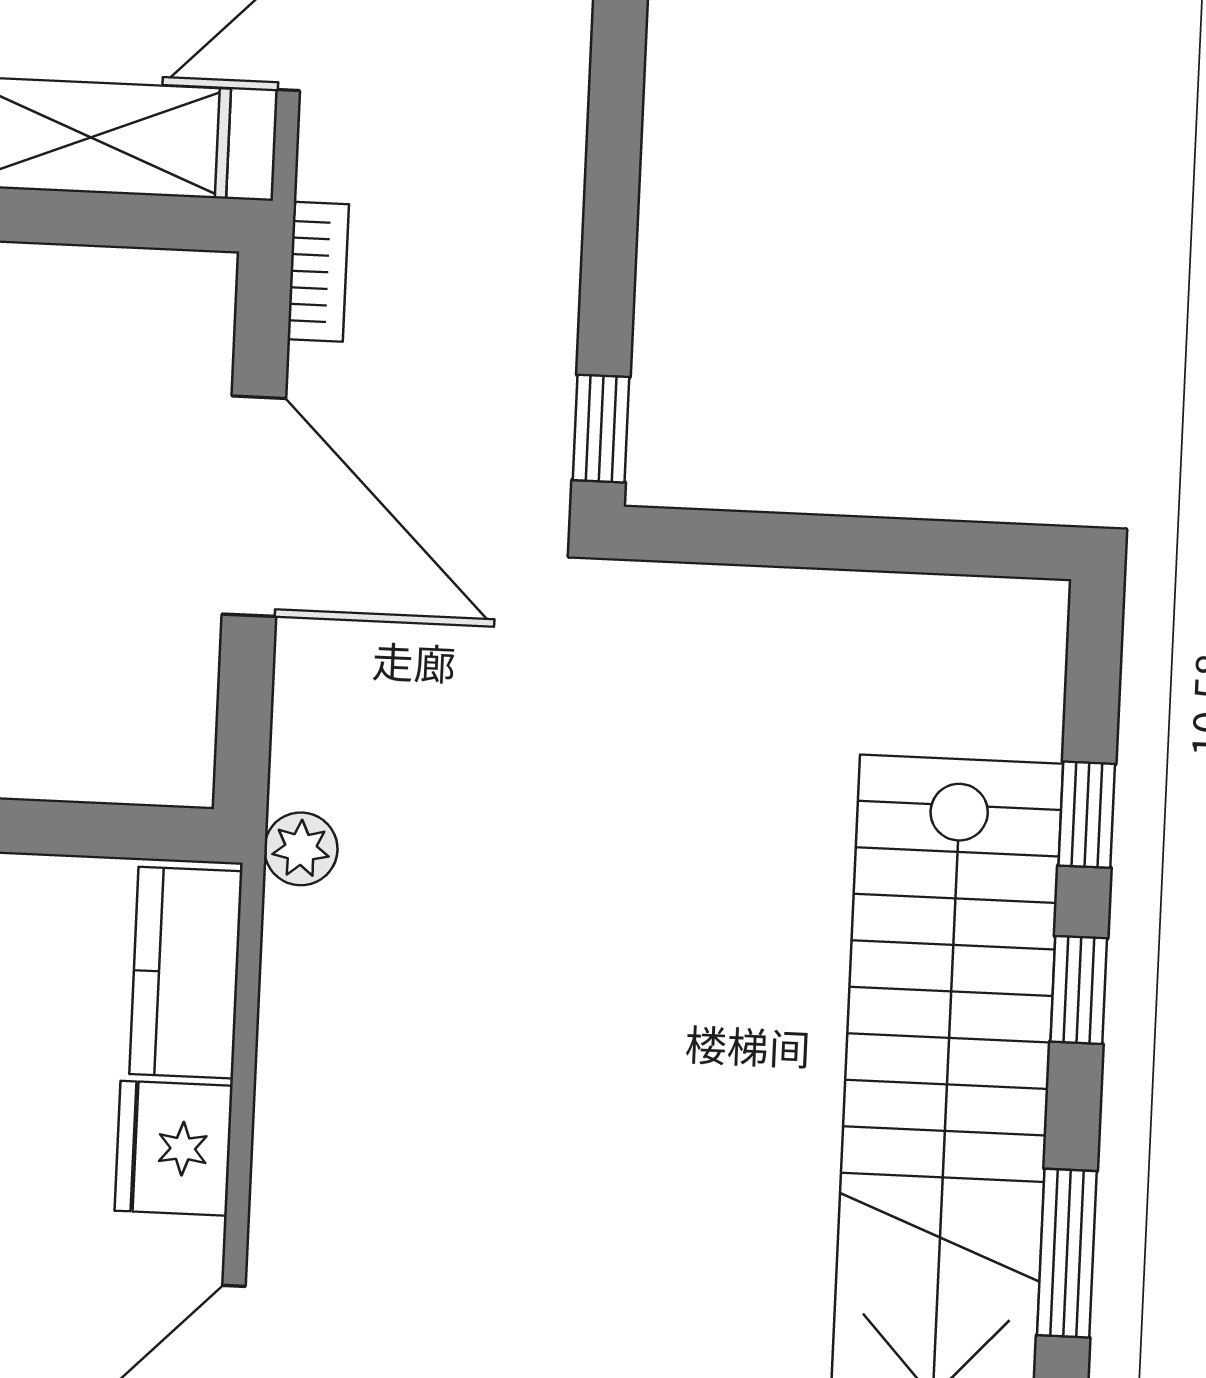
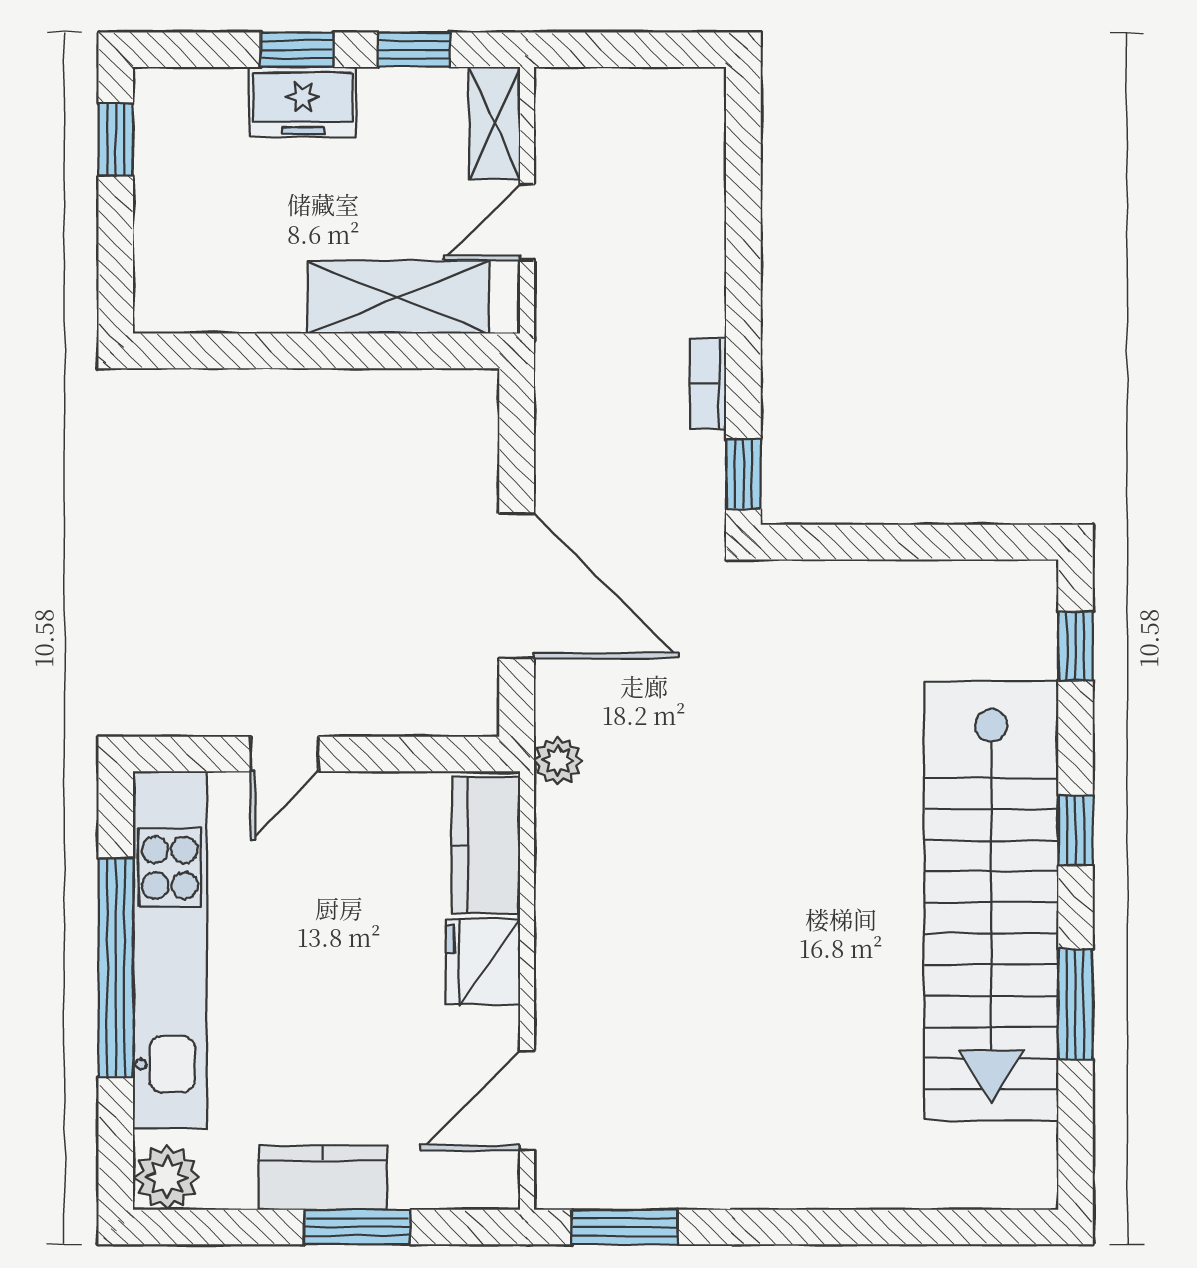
bookcase: (318, 272) -> (708, 383), moved, turned 180
door: (254, 506) -> (517, 586), moved
window: (1087, 815) -> (1076, 646), moved

